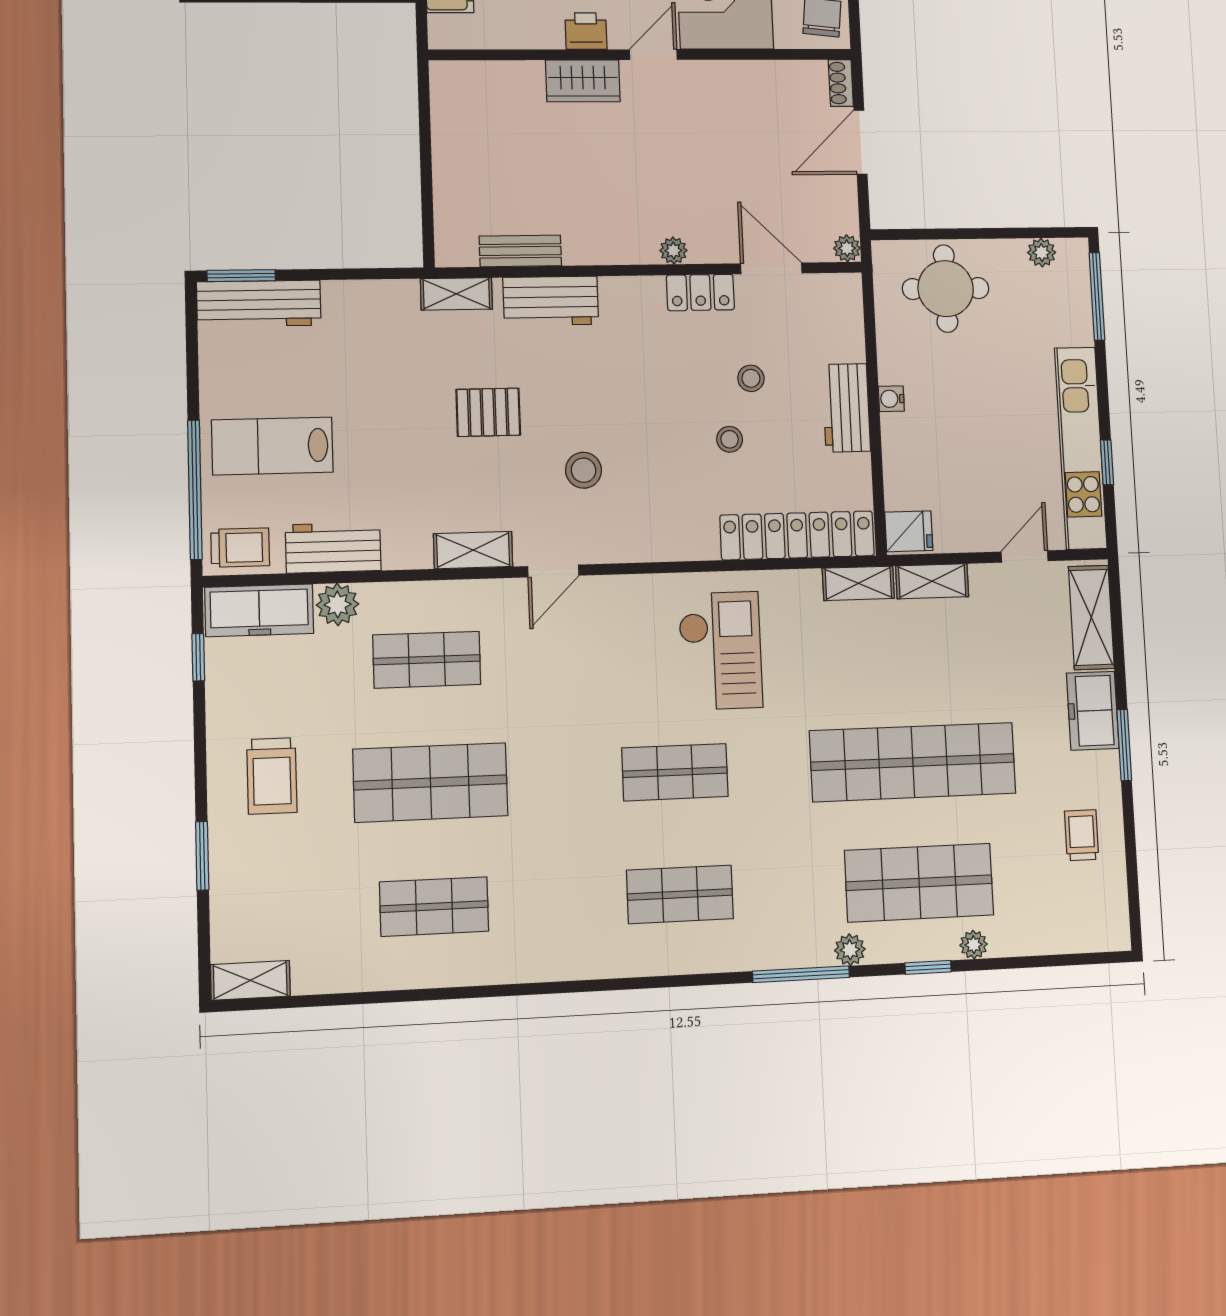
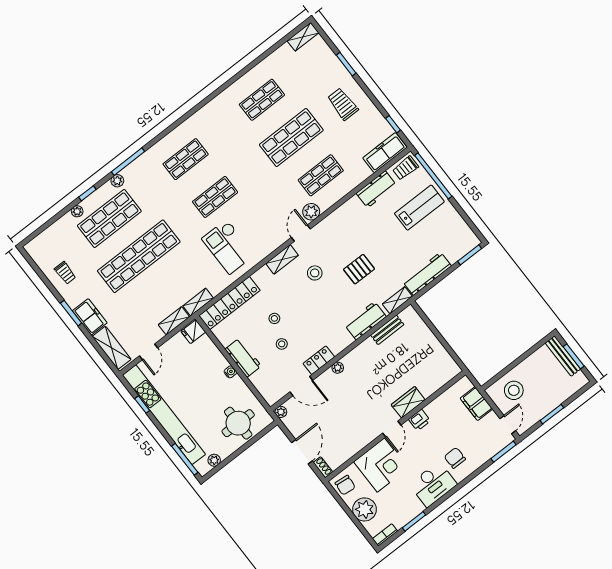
workbench: (259, 303) -> (427, 274), moved
kitchen unit: (1081, 448) -> (164, 415), width x1.36
shelving: (473, 550) -> (282, 259), moved
plant: (338, 604) -> (311, 212), moved

